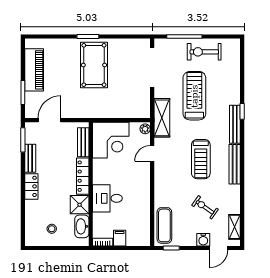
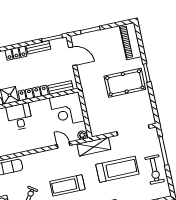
exercise bike: (204, 52) -> (155, 170), turned 180
piano: (34, 70) -> (130, 41), moved, turned 90

